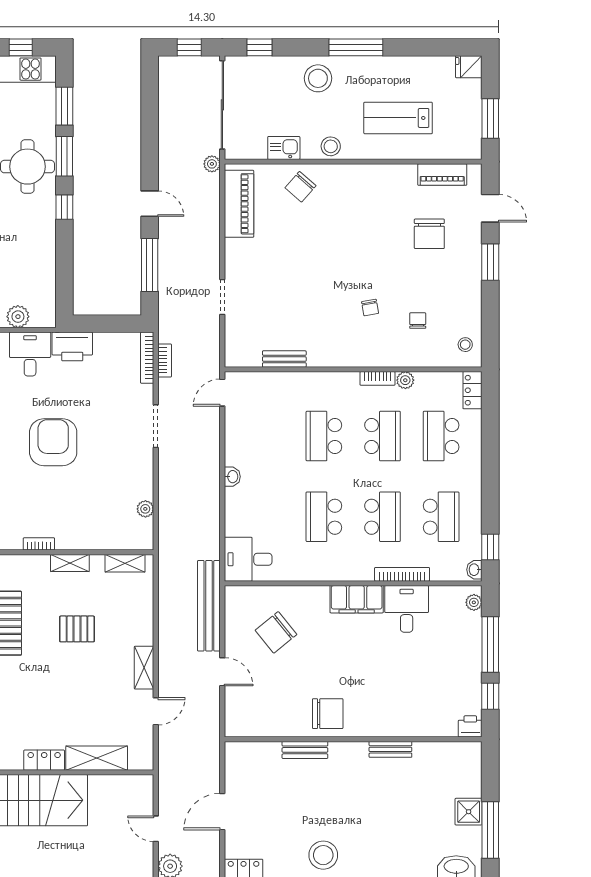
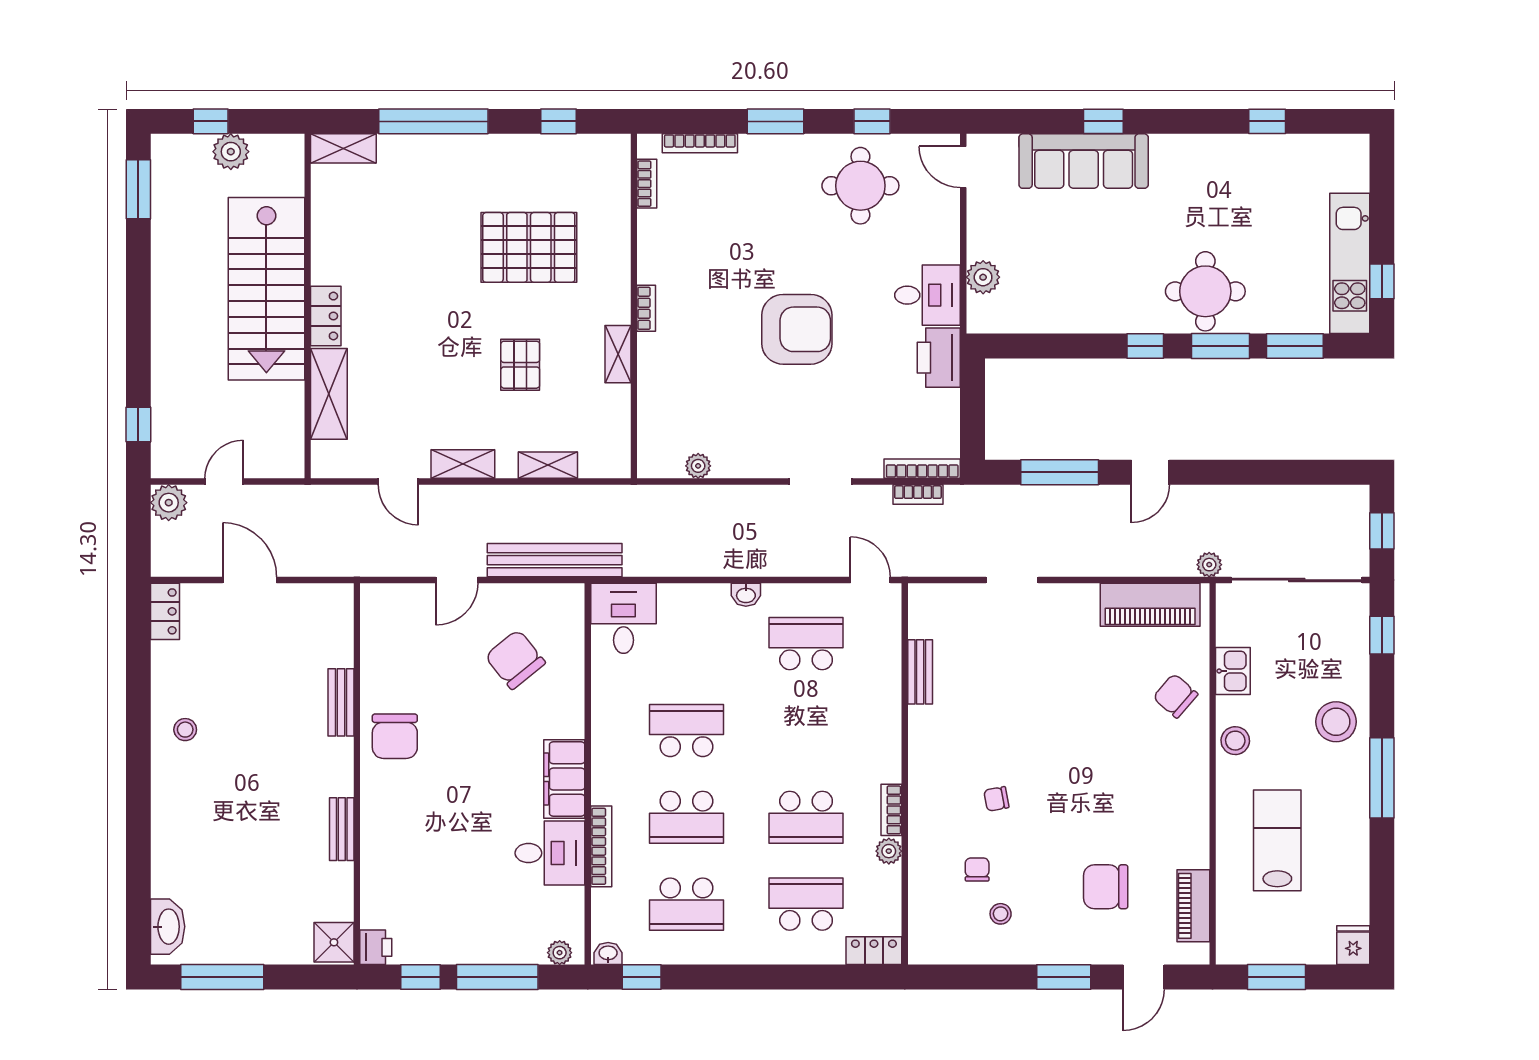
chair: (418, 321) -> (977, 869), turned -90
stool: (465, 345) -> (1001, 914), moved
school desk: (324, 436) -> (806, 644), moved
shelving: (125, 563) -> (548, 465), moved, turned 90
shower: (469, 812) -> (334, 942), moved
stool: (323, 855) -> (185, 730), width x0.53, depth x0.53

